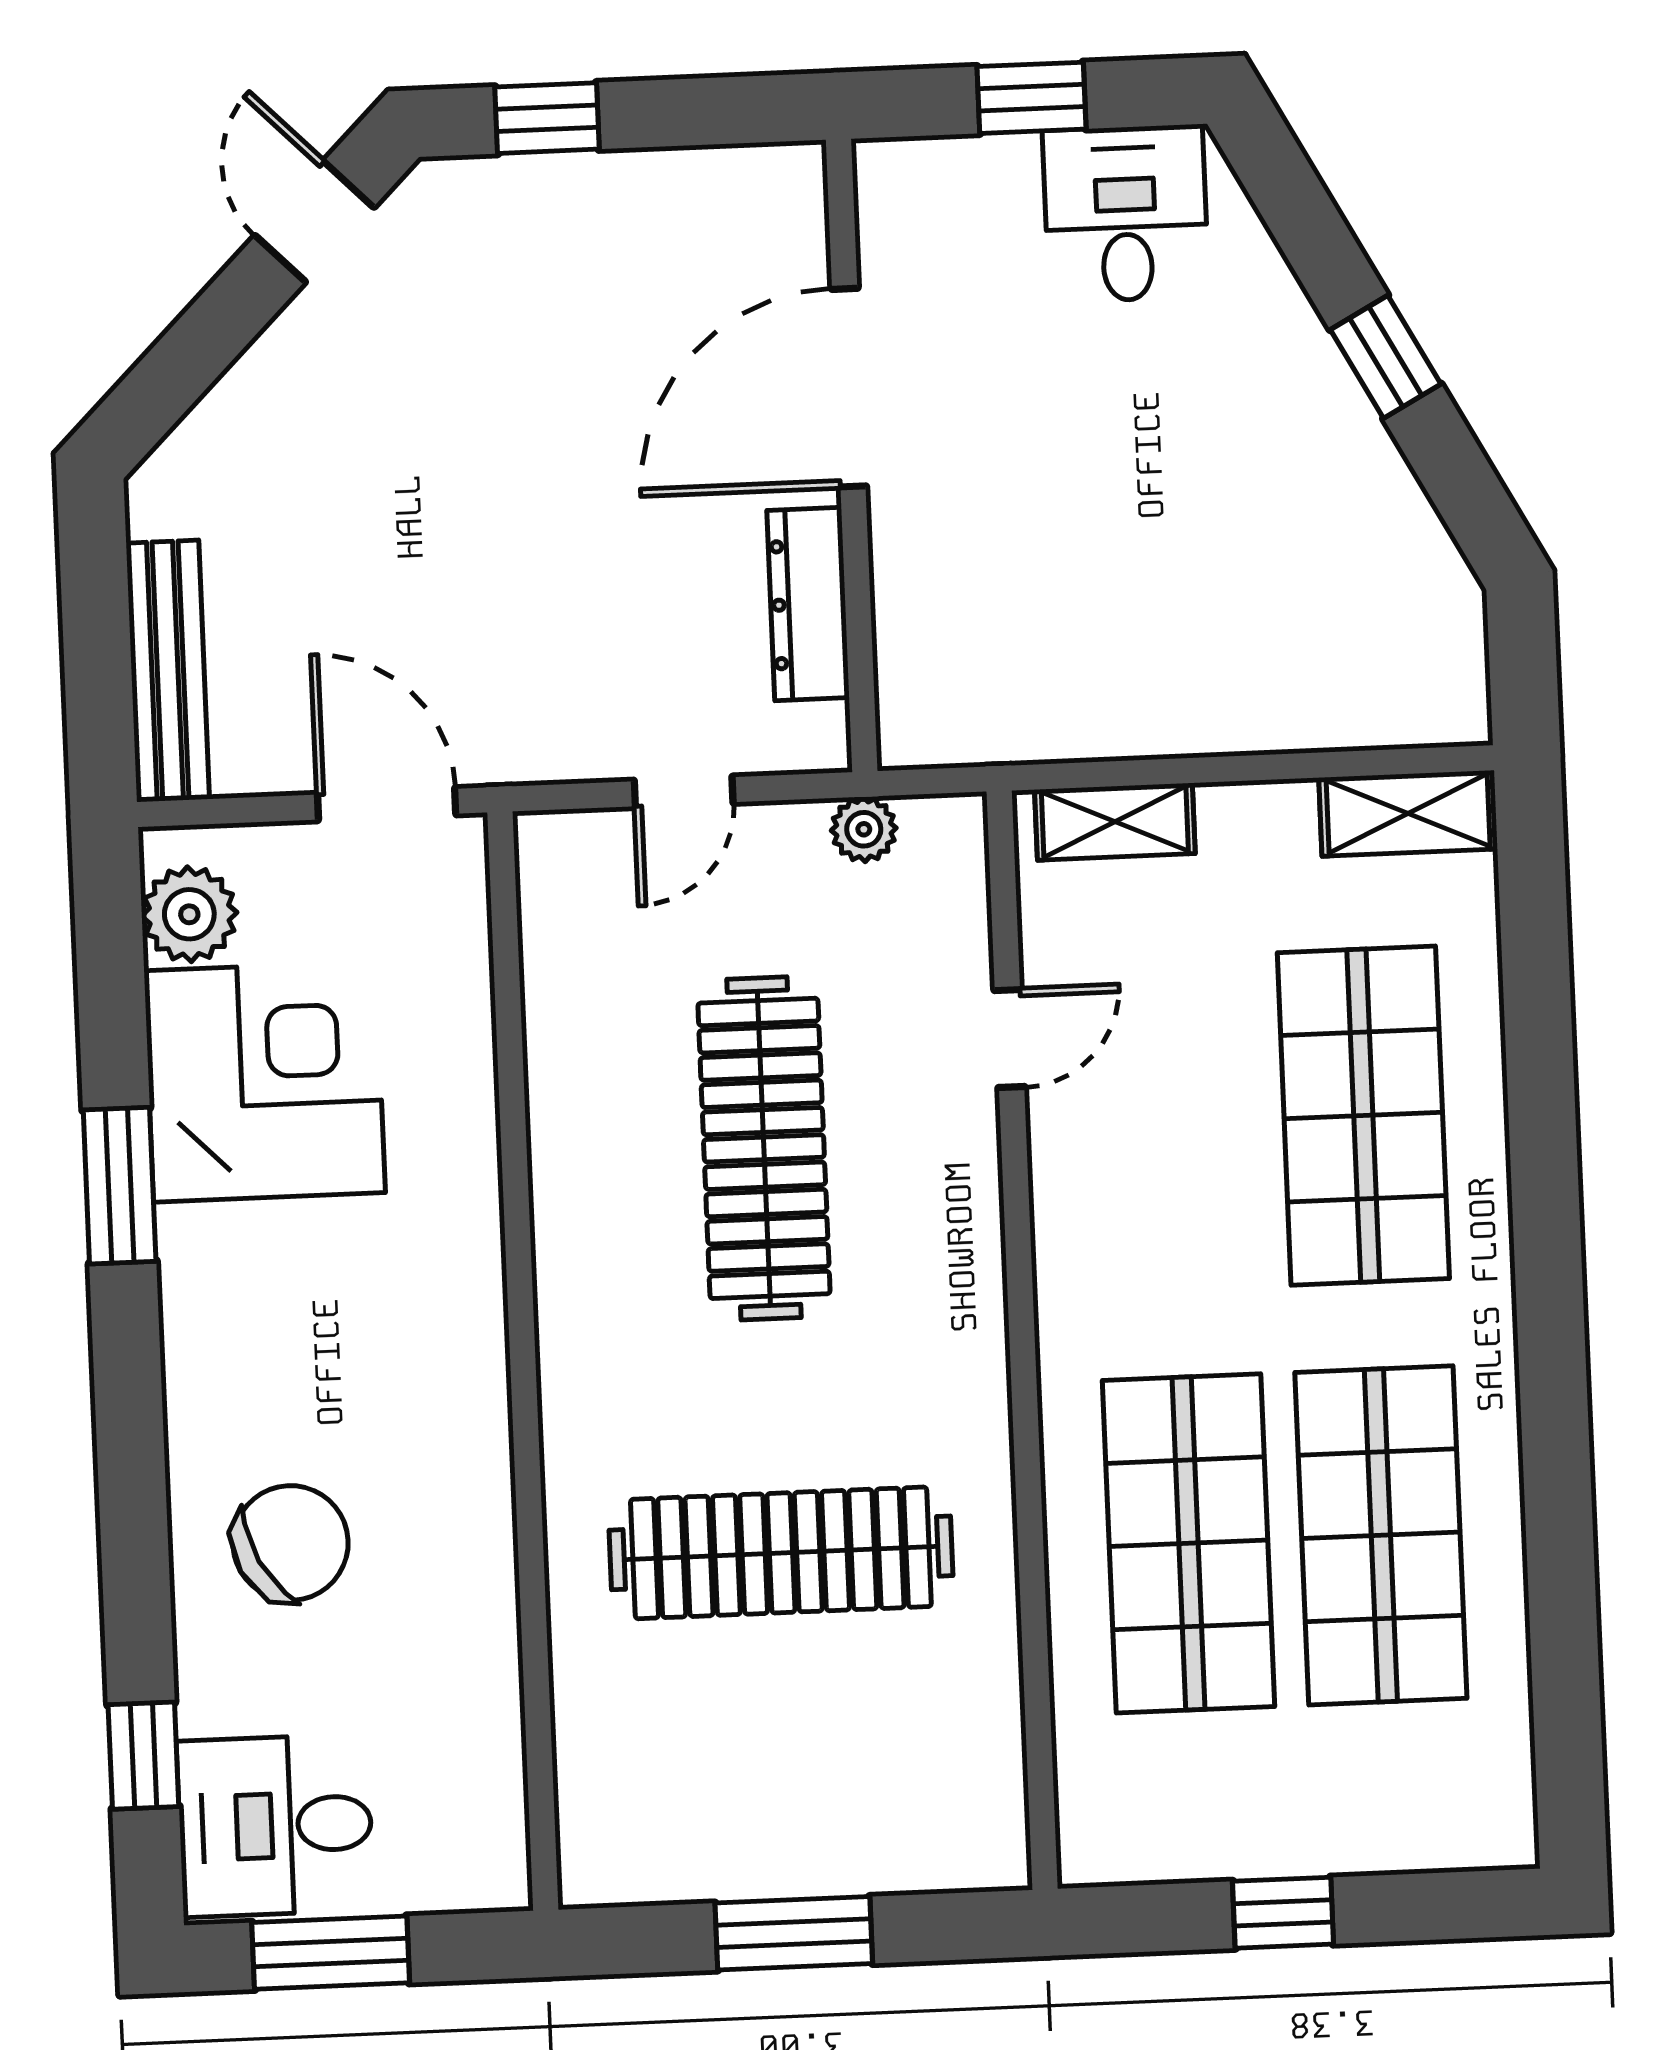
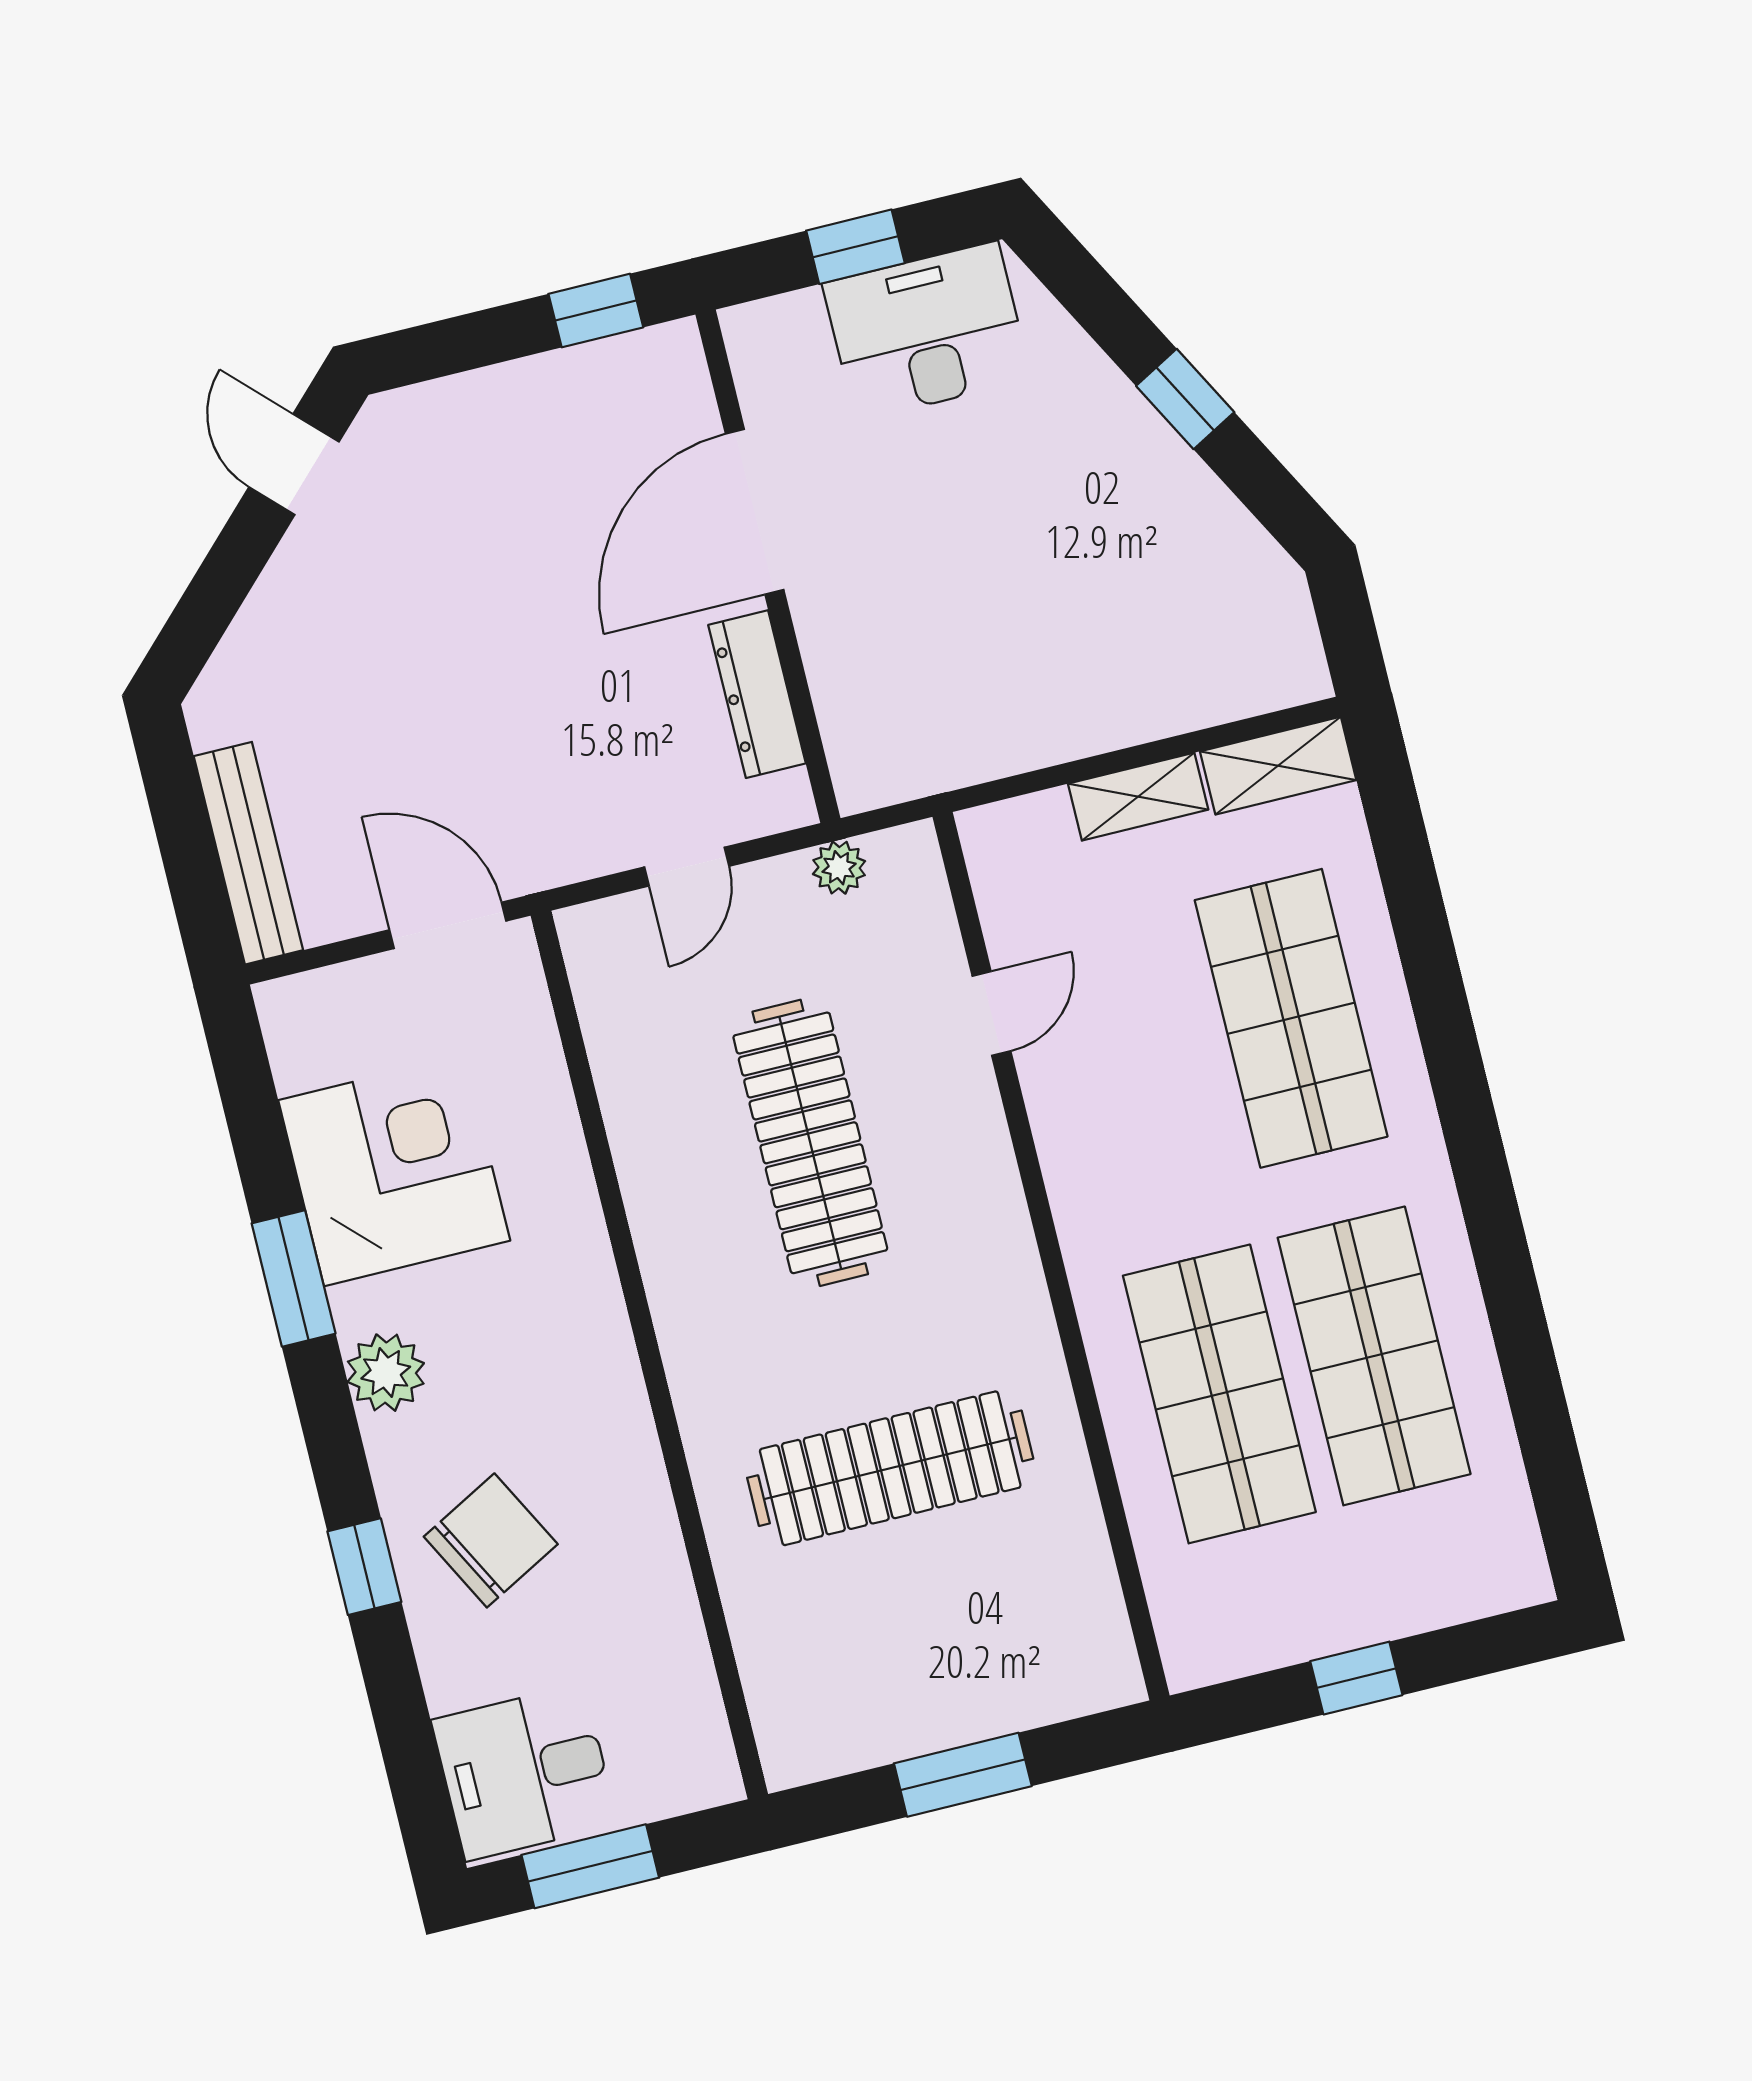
window: (547, 118) -> (596, 311), moved
desk: (1126, 214) -> (927, 331), width x1.37
shelving: (1115, 822) -> (1138, 797), moved
plant: (189, 914) -> (386, 1373), moved
window: (143, 1756) -> (364, 1567), moved

